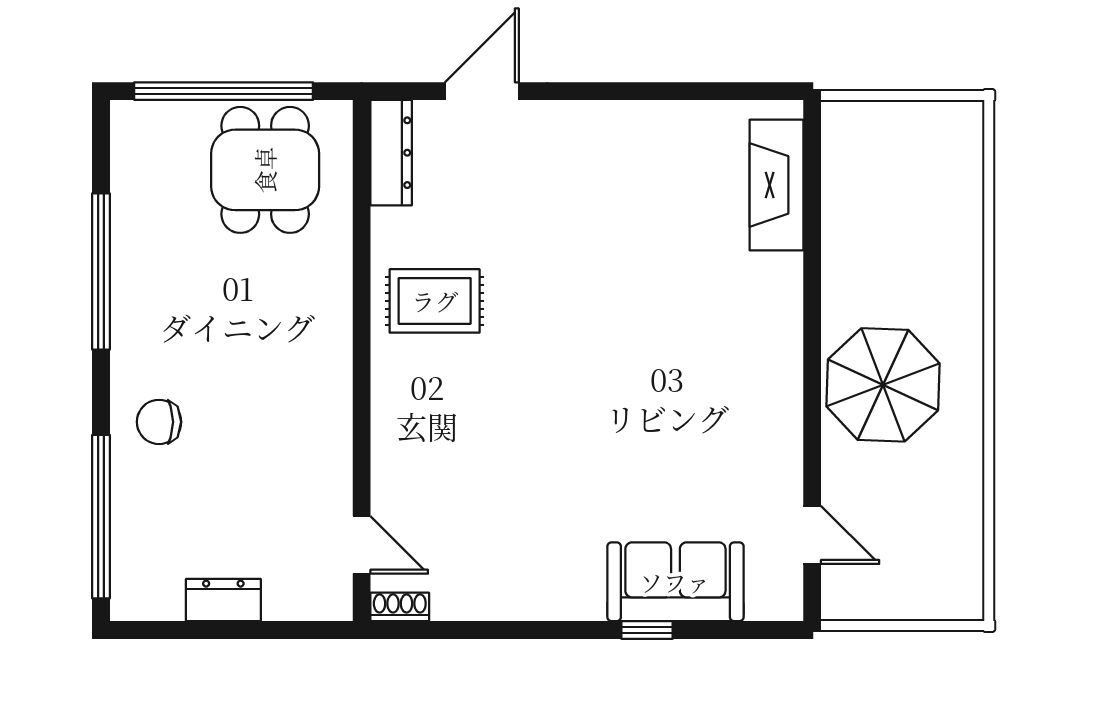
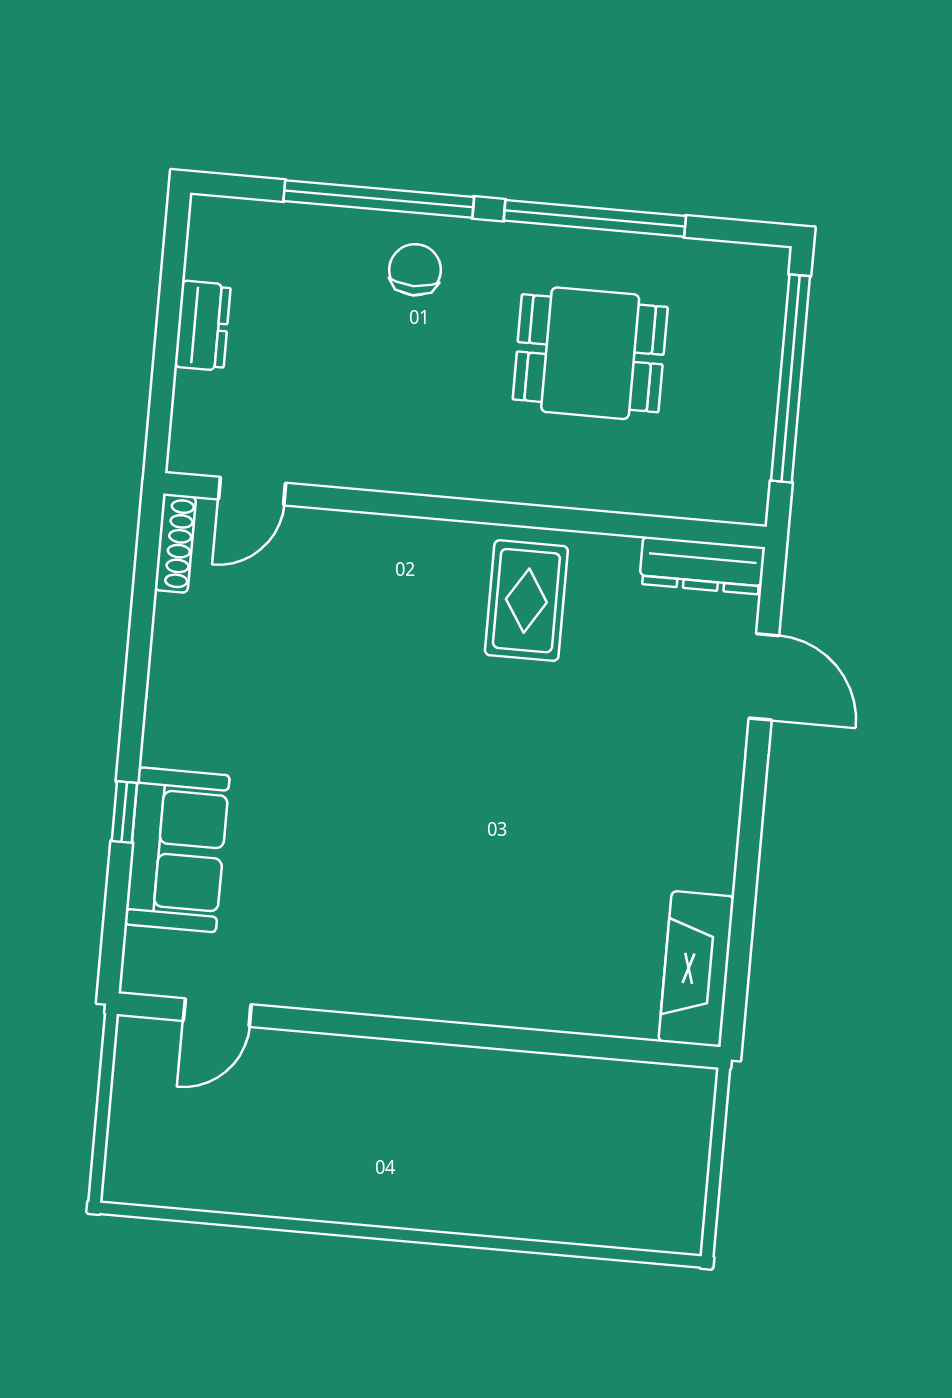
dining table: (265, 170) -> (590, 353), moved
fireplace: (776, 185) -> (696, 969), moved, turned -90
parasol: (883, 385) -> (383, 1110), removed
window: (101, 517) -> (379, 199), moved
shoe rack: (400, 607) -> (175, 543), width x1.43

